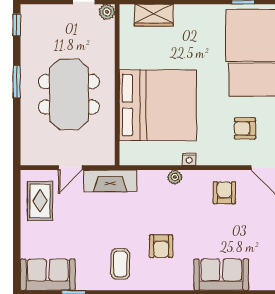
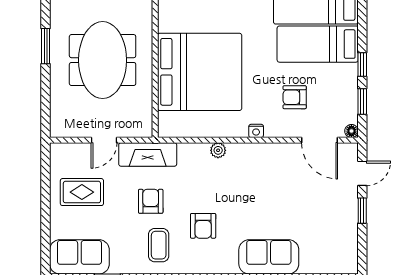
nightstand: (189, 159) -> (256, 131), moved
armchair: (224, 193) -> (151, 201), moved
rug: (40, 201) -> (82, 192), moved, turned 90

